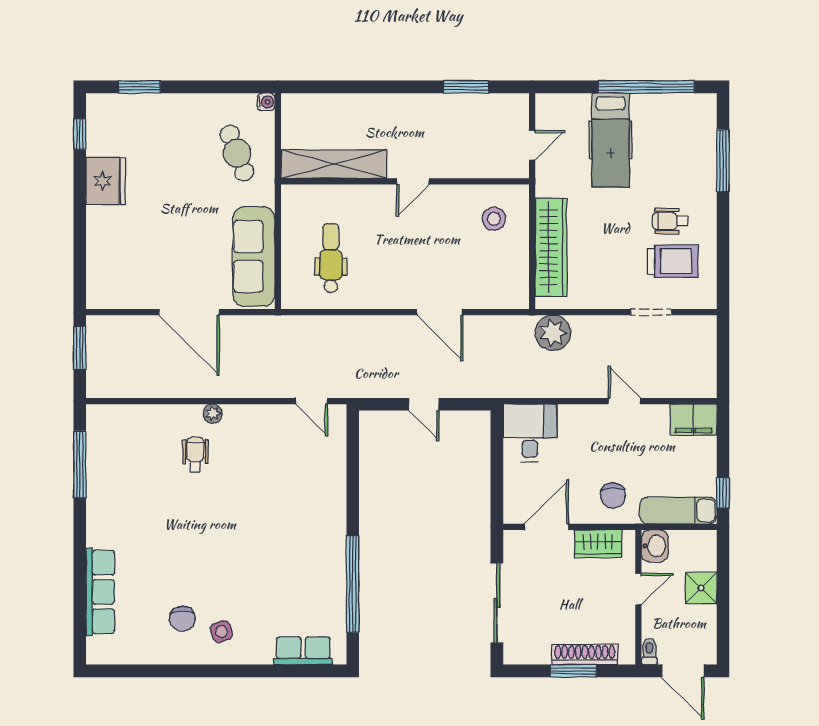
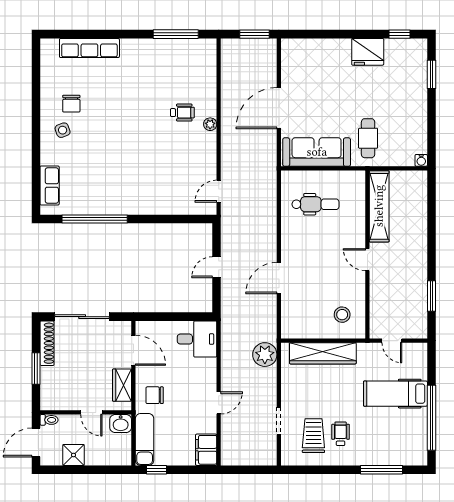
cafe table: (237, 153) -> (368, 138), moved, turned -69
trolley: (673, 261) -> (313, 436), turned 180
shower: (701, 588) -> (74, 455), moved
chair: (182, 619) -> (71, 104), turned -90
shoe rack: (585, 654) -> (47, 343), moved

